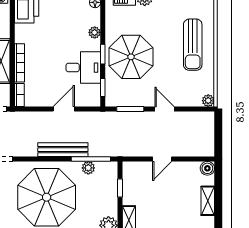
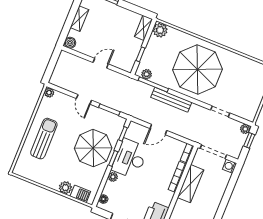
desk: (83, 68) -> (130, 159), width x1.37
plant: (88, 168) -> (147, 74), moved

